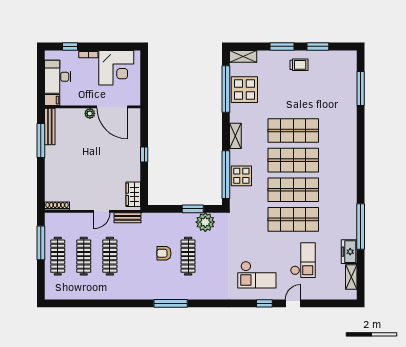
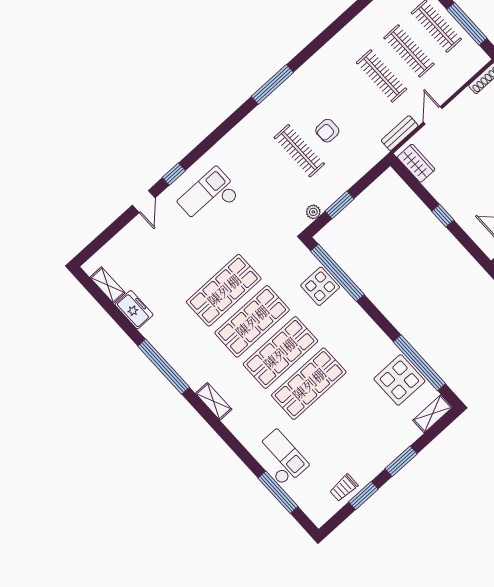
trolley: (299, 65) -> (344, 488), moved
shelving: (235, 136) -> (214, 401), moved
plant: (205, 222) -> (313, 212), width x0.53, depth x0.53
window: (361, 226) -> (164, 367), moved
armchair: (164, 253) -> (327, 131), turned 180
checkout: (303, 260) -> (280, 458), moved, turned 180

